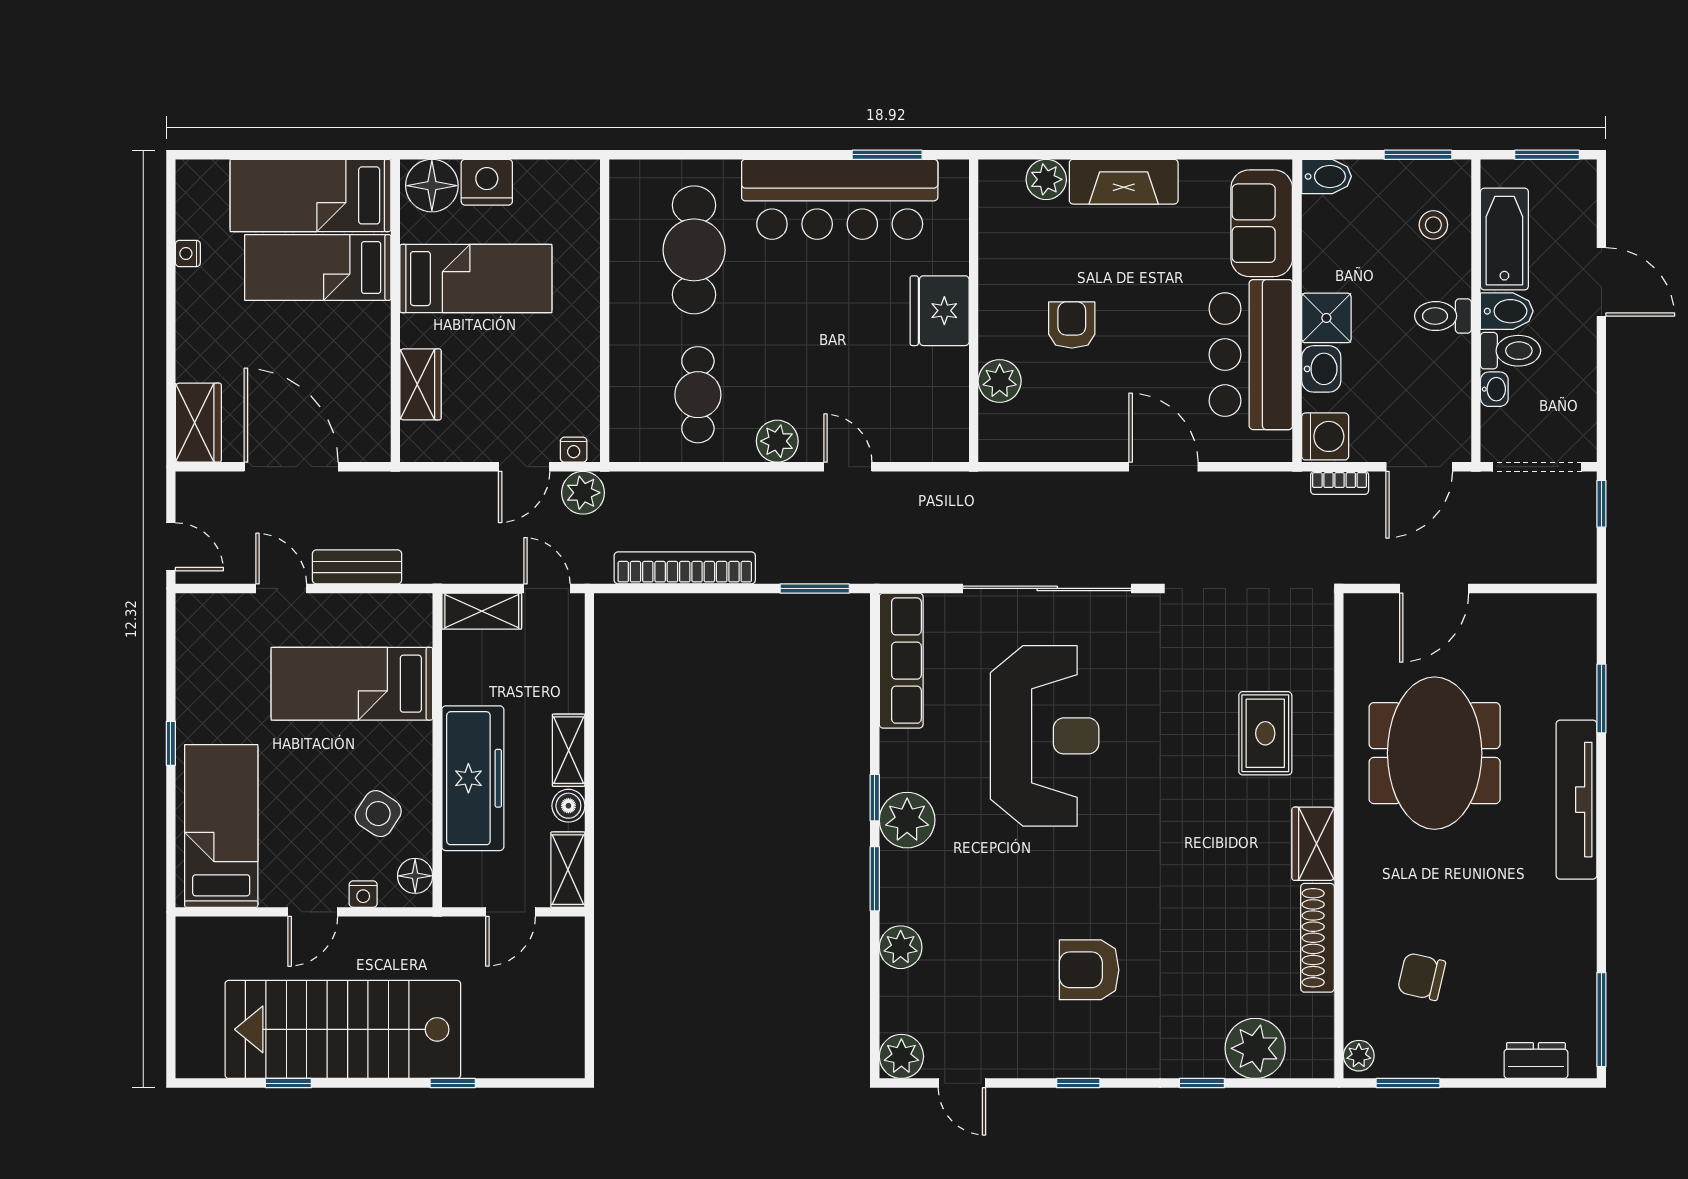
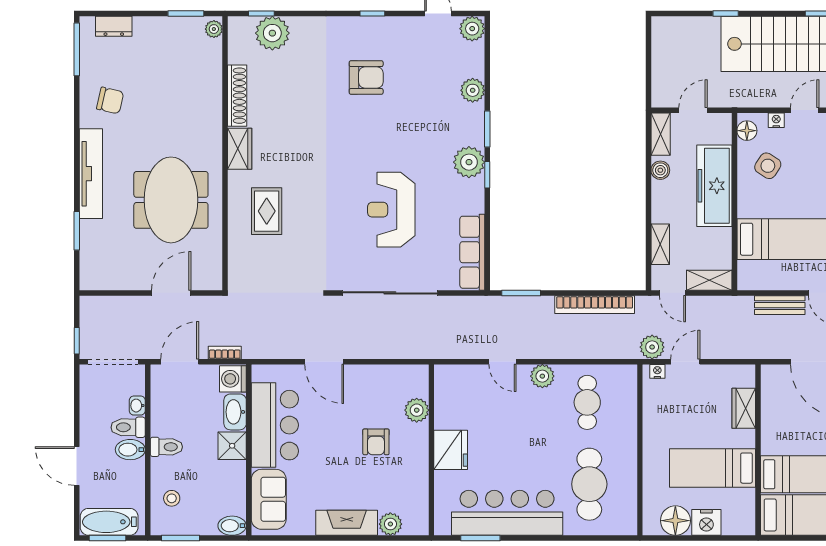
floor lamp: (432, 186) -> (675, 521), moved
bathtub: (1504, 239) -> (109, 522), moved, turned 90
washbasin: (1321, 369) -> (235, 412), width x1.38
reception desk: (1045, 736) -> (391, 210), width x0.74, depth x0.77
shelving: (569, 750) -> (660, 244), moved
chair: (1421, 977) -> (110, 100), moved
window: (1202, 1083) -> (261, 14), moved

